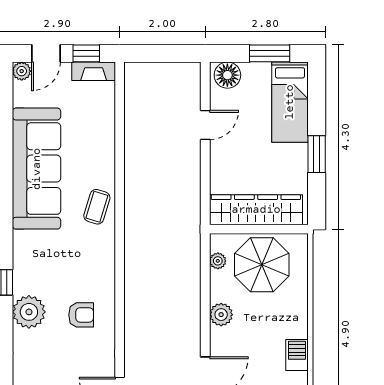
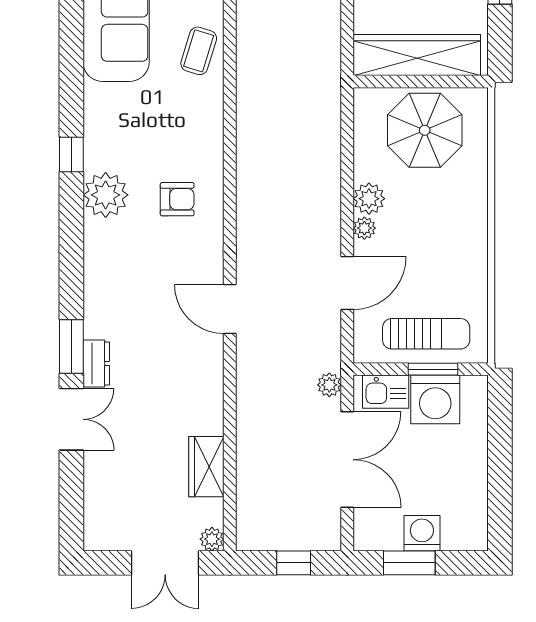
plant: (218, 261) -> (364, 228), moved
barbecue: (297, 355) -> (473, 254), removed

